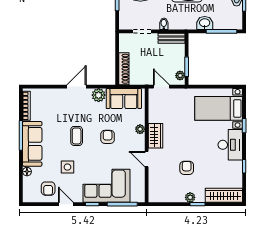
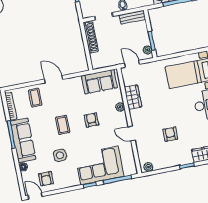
shoe rack: (124, 69) -> (91, 37), moved
door: (76, 87) -> (54, 79), hinge flipped
plant: (99, 95) -> (76, 83), removed
coffee table: (54, 102) -> (35, 98), added
wardrobe: (156, 136) -> (133, 97), moved
plant: (190, 197) -> (148, 167), moved
door: (66, 204) -> (35, 196), moved

